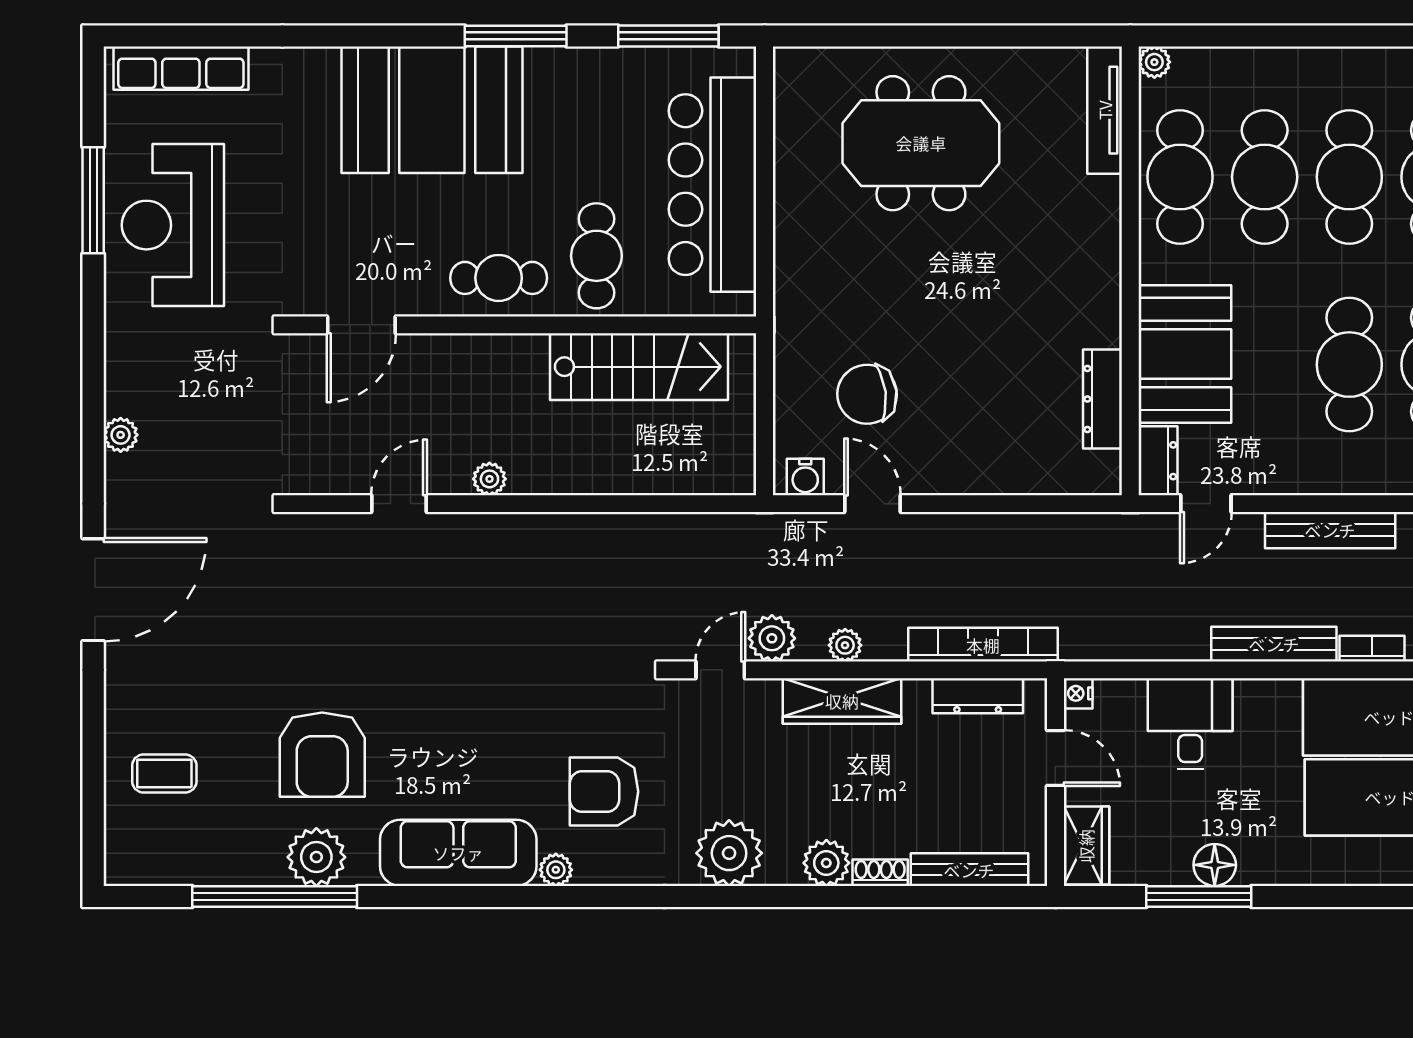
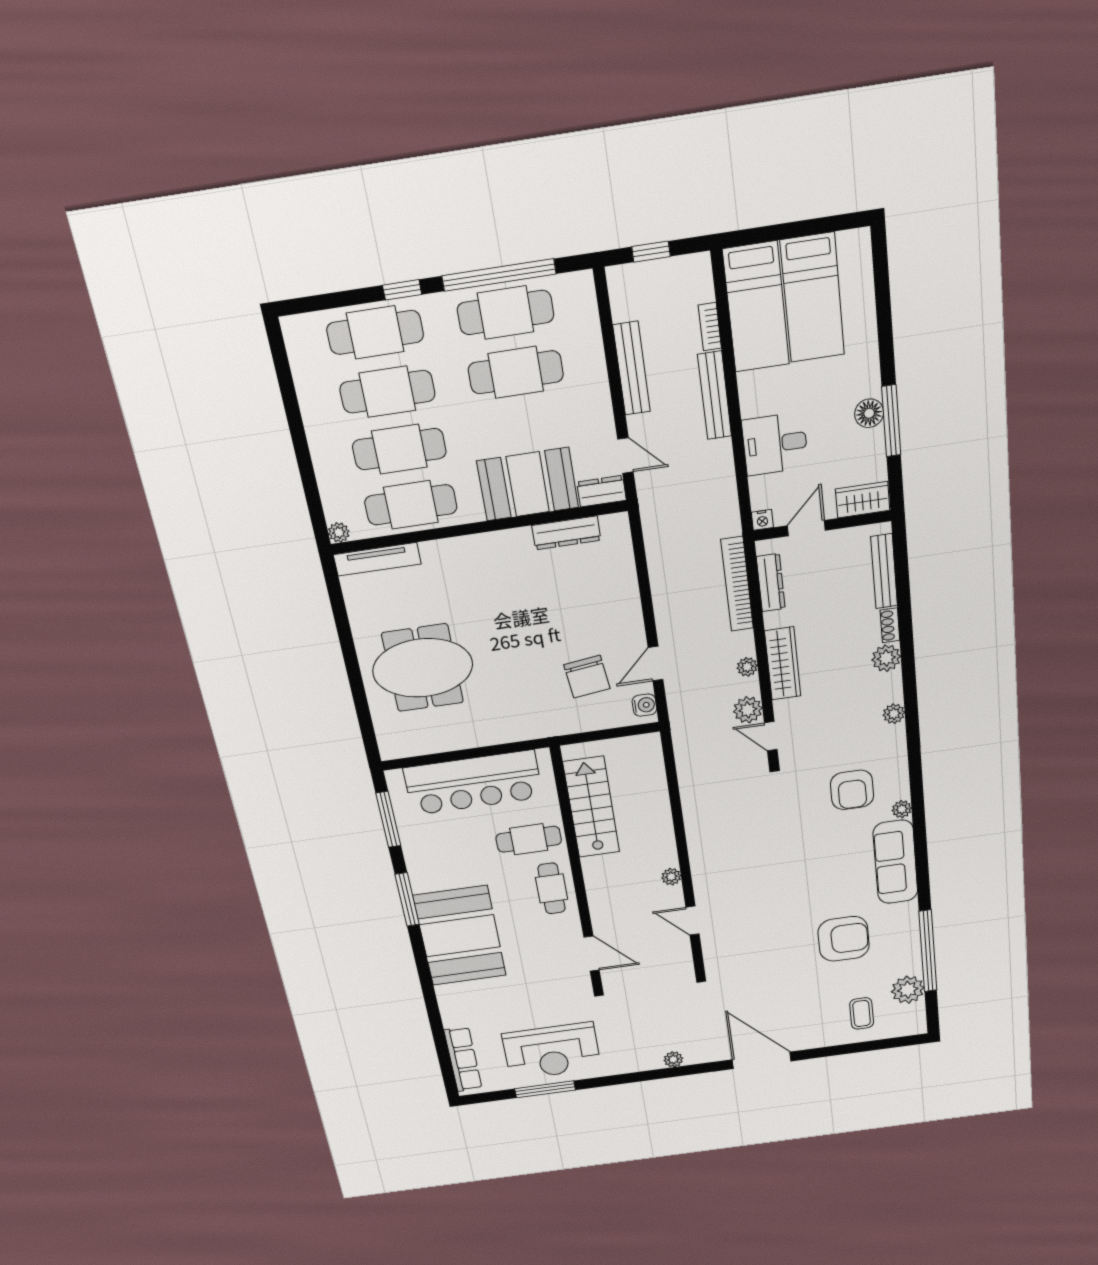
meeting table: (921, 143) -> (423, 668), turned 90
plant: (729, 853) -> (894, 714), width x0.53, depth x0.53
plant: (316, 857) -> (908, 990), moved

